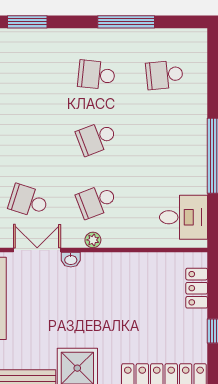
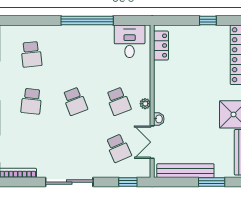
school desk: (28, 201) -> (118, 148), turned -42
locker: (197, 288) -> (161, 46), moved, turned -90

